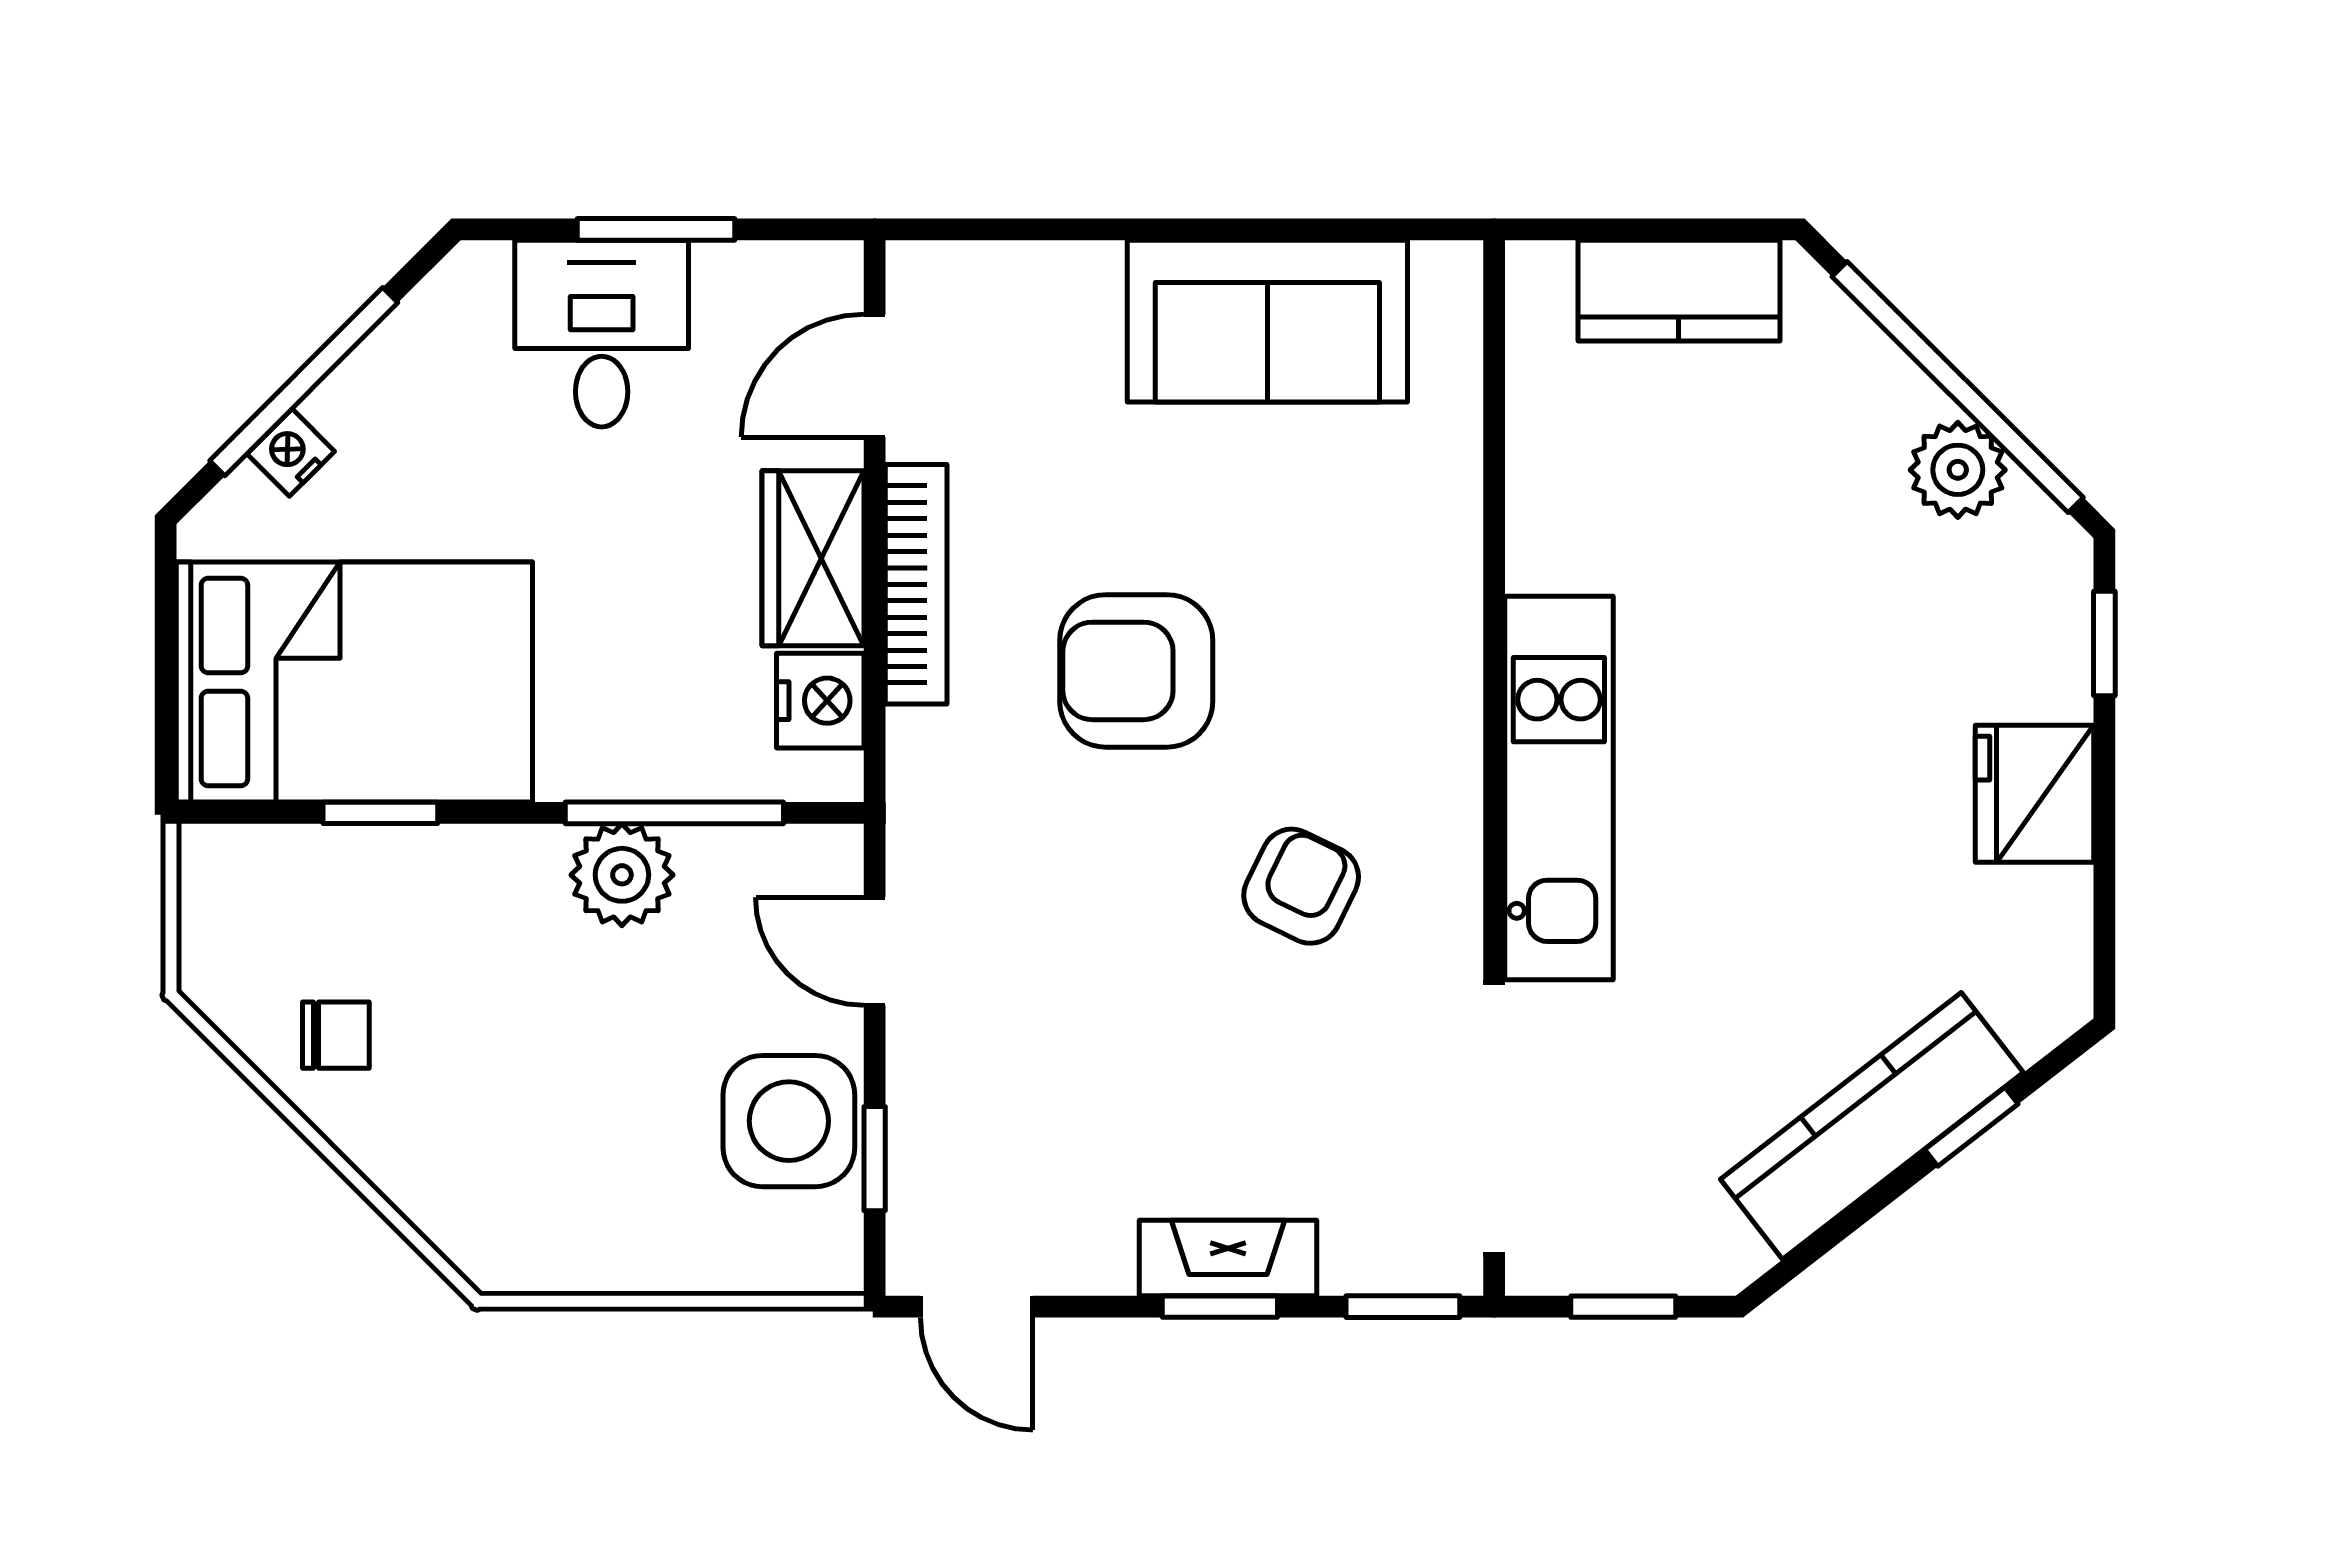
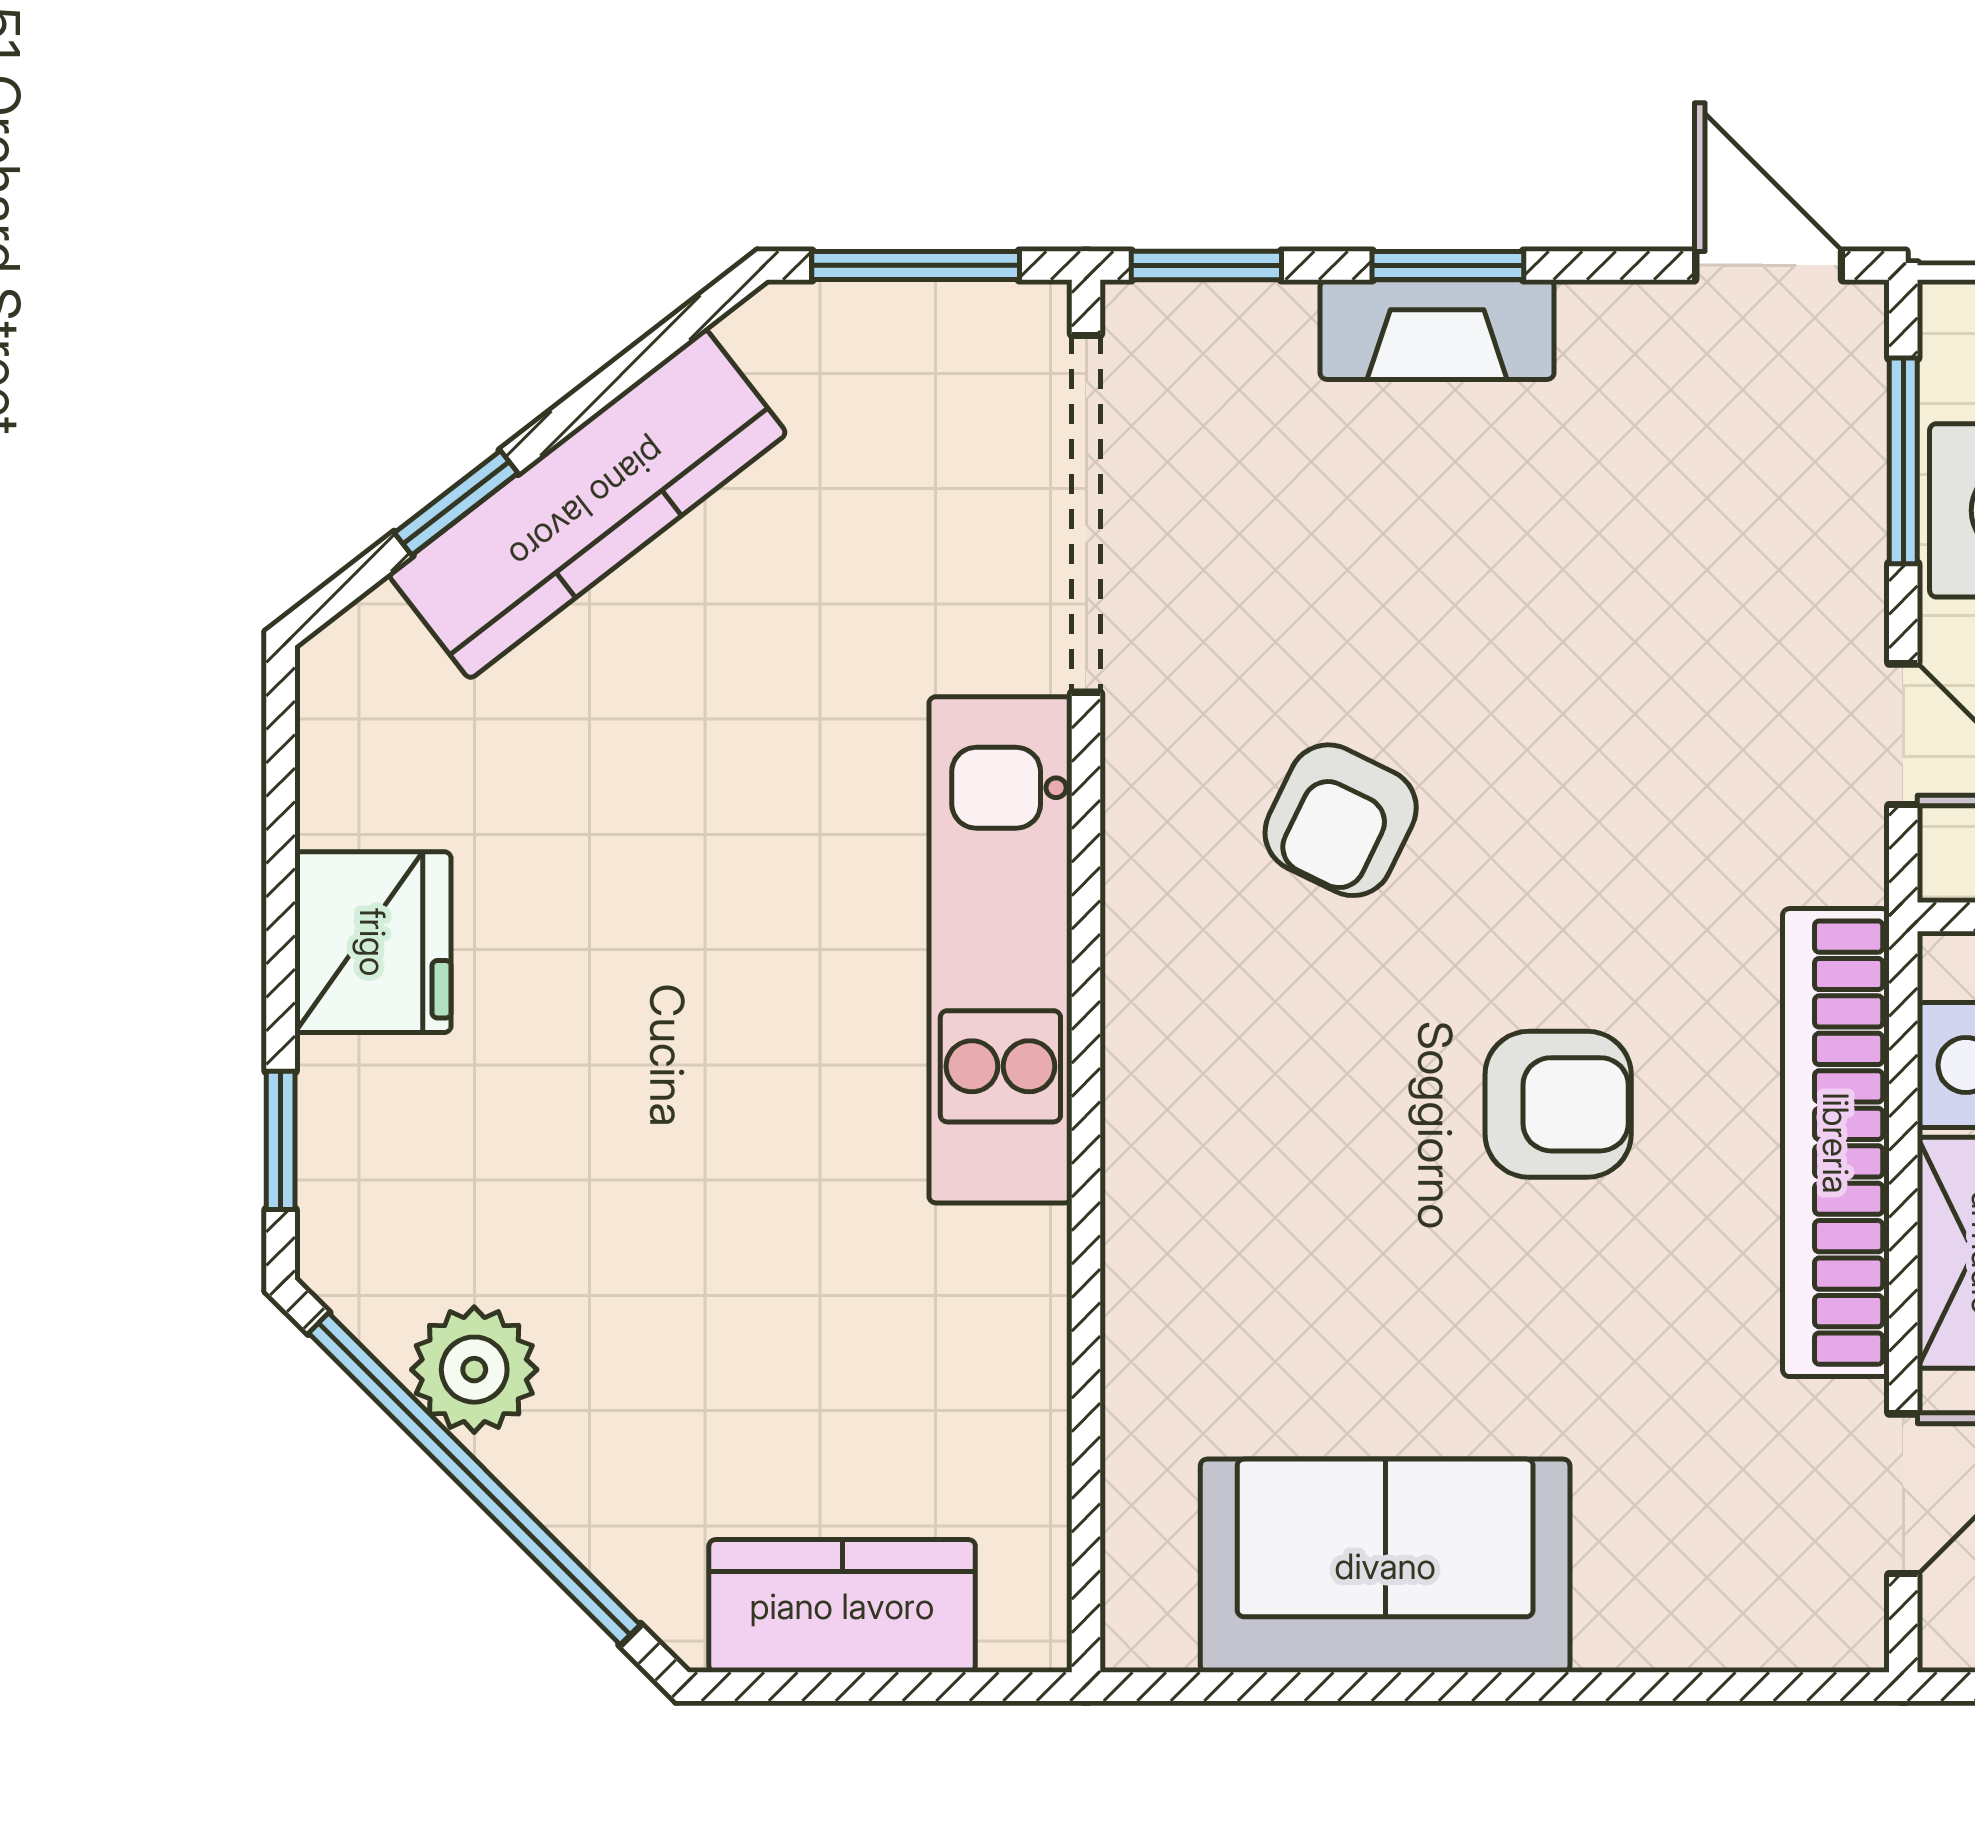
bookcase: (916, 584) -> (1836, 1143), width x1.48, depth x1.31
armchair: (1136, 671) -> (1558, 1104), width x0.72, depth x0.72
window: (875, 1159) -> (1903, 461), width x1.50
window: (1623, 1307) -> (916, 265), width x1.50

